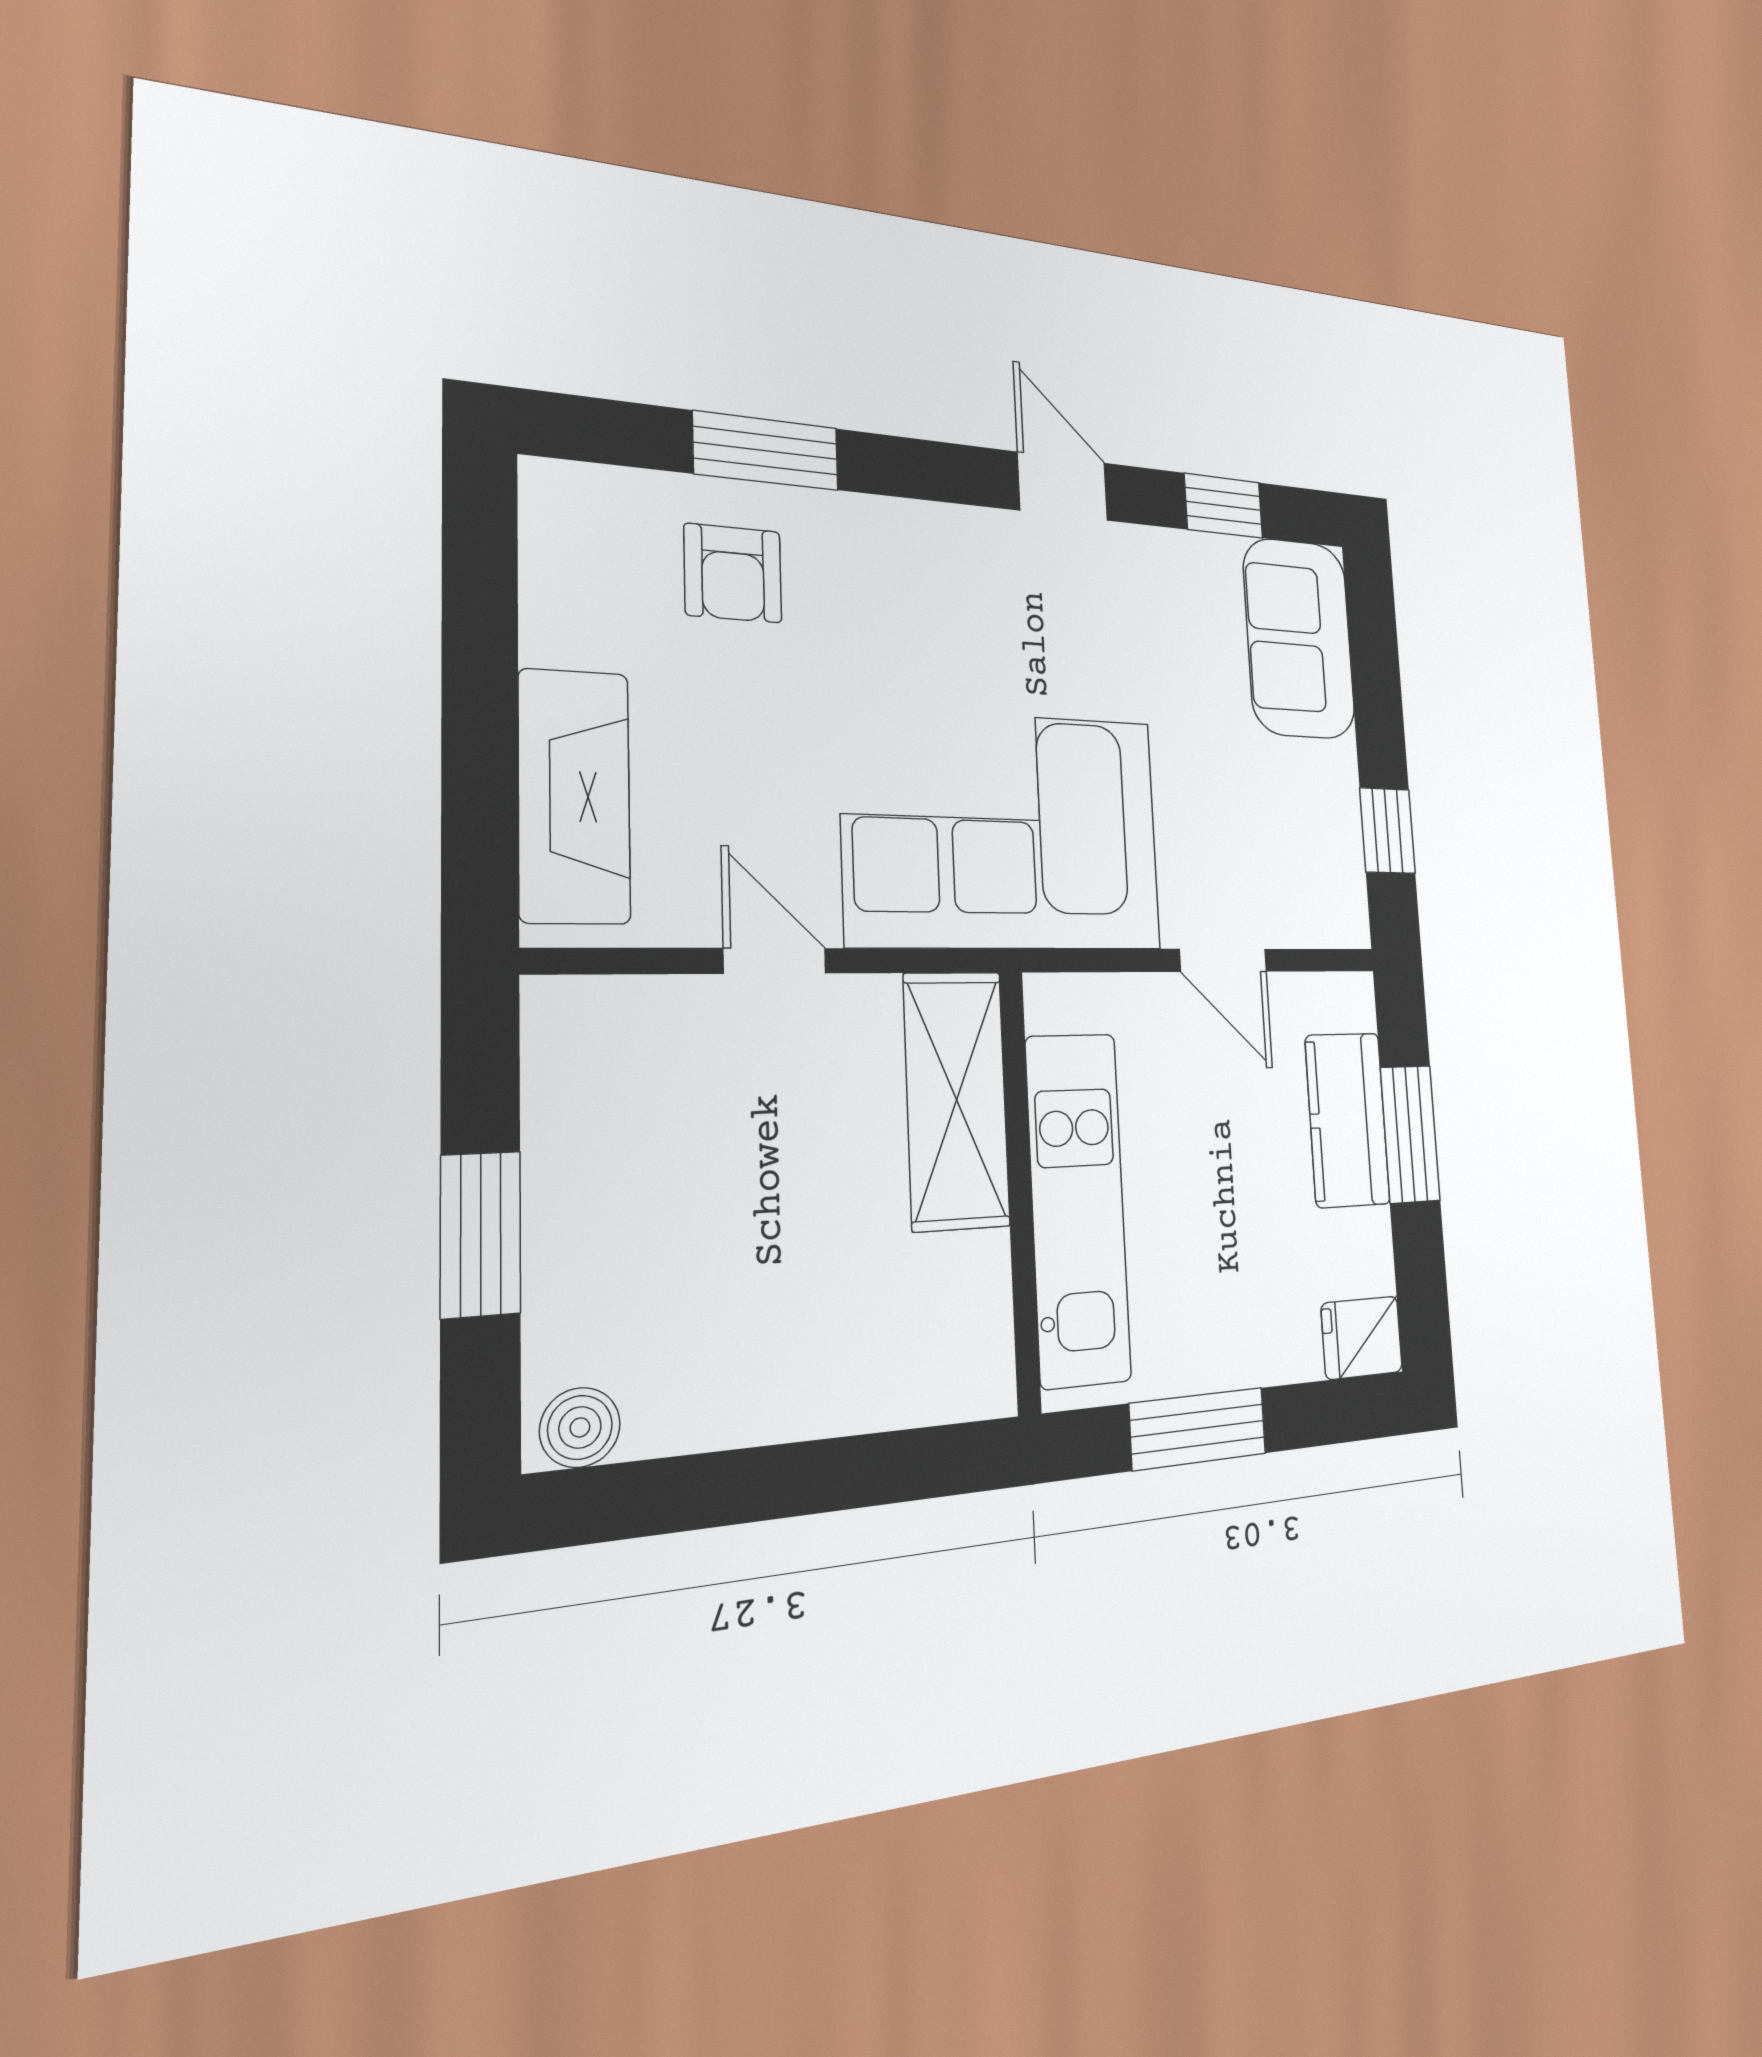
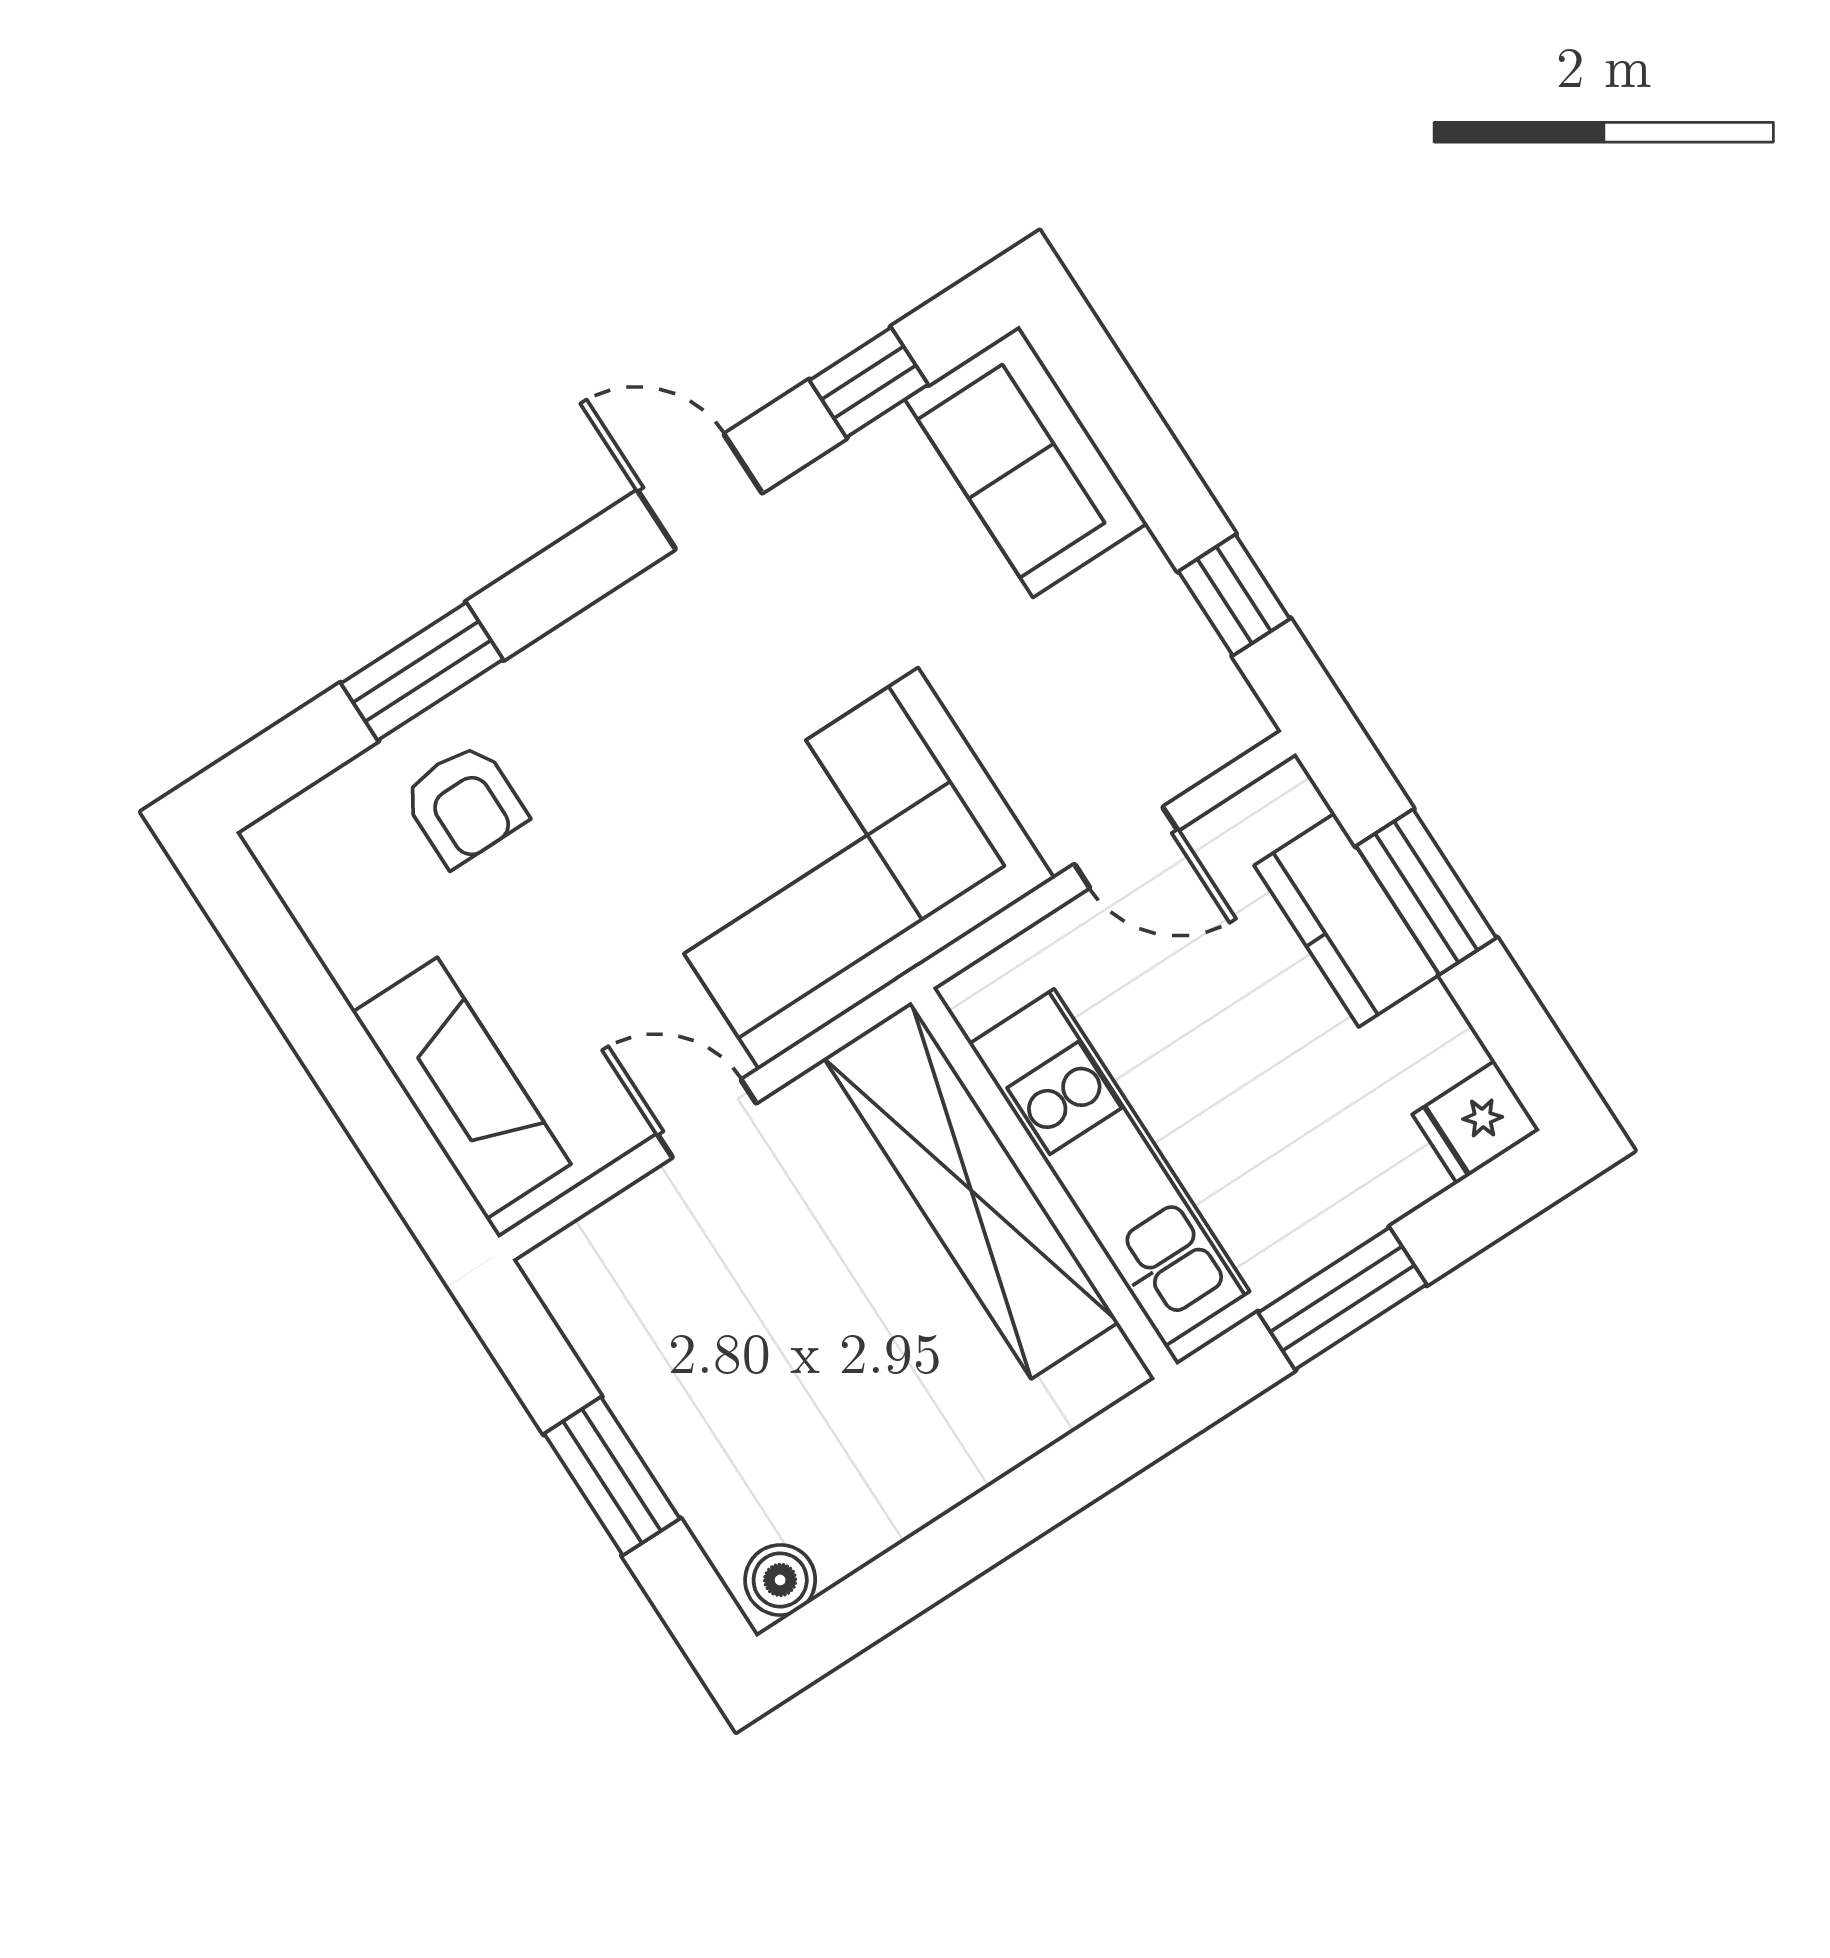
shelving: (957, 1100) -> (971, 1190), width x1.47

